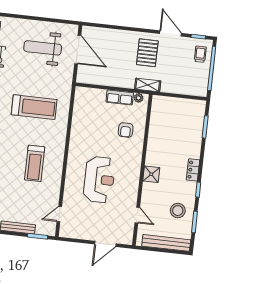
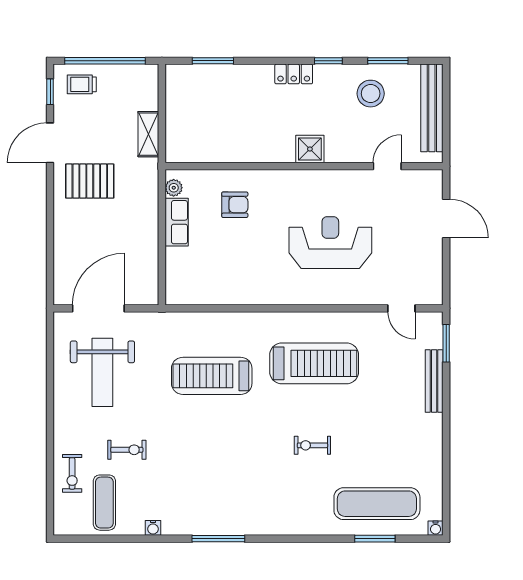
shelving: (148, 85) -> (148, 134), moved
treadmill: (34, 107) -> (212, 376), turned -90
treadmill: (35, 163) -> (314, 363), width x1.37, depth x1.37

